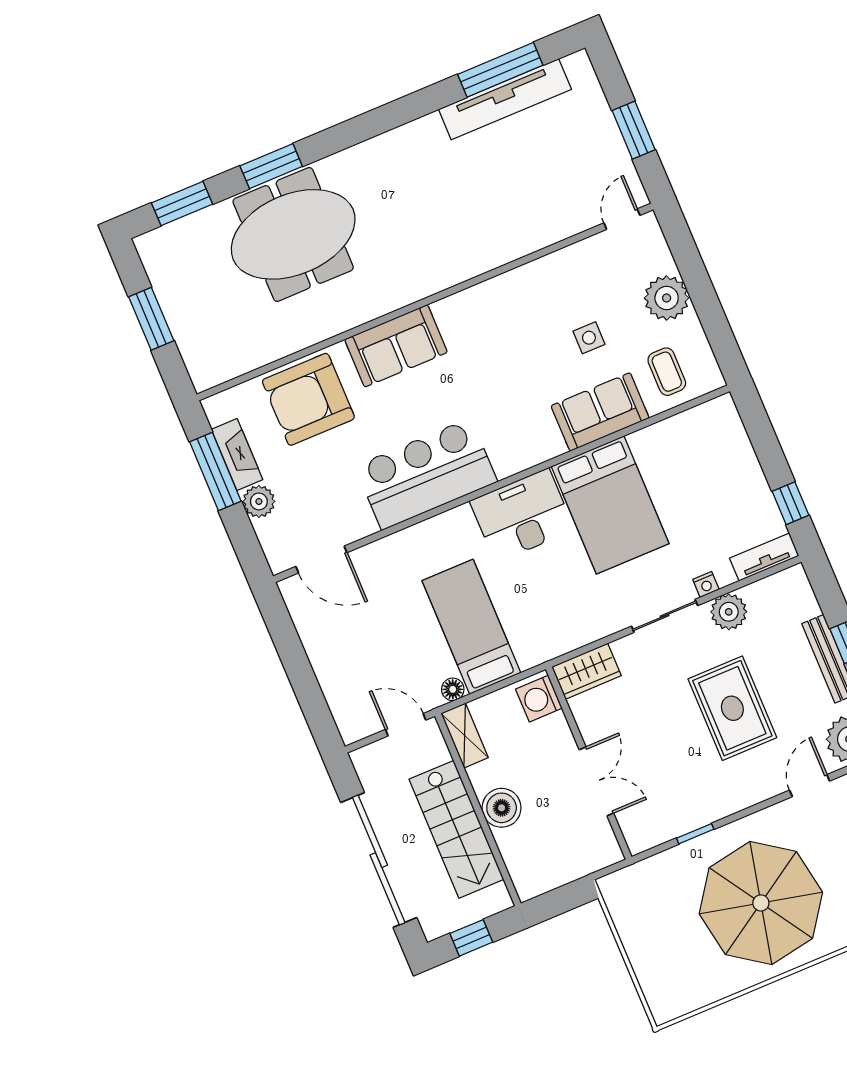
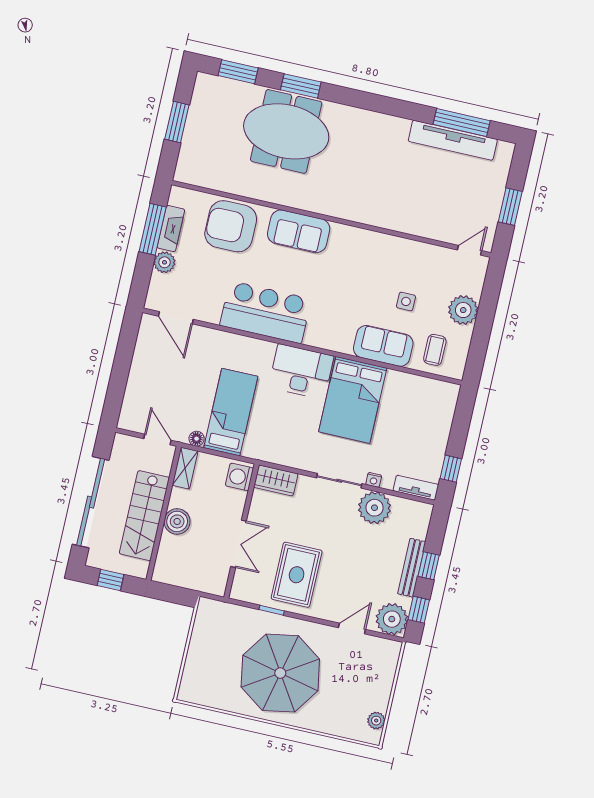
plant: (729, 612) -> (374, 508), width x1.36, depth x1.36
rug: (732, 708) -> (297, 575), moved

